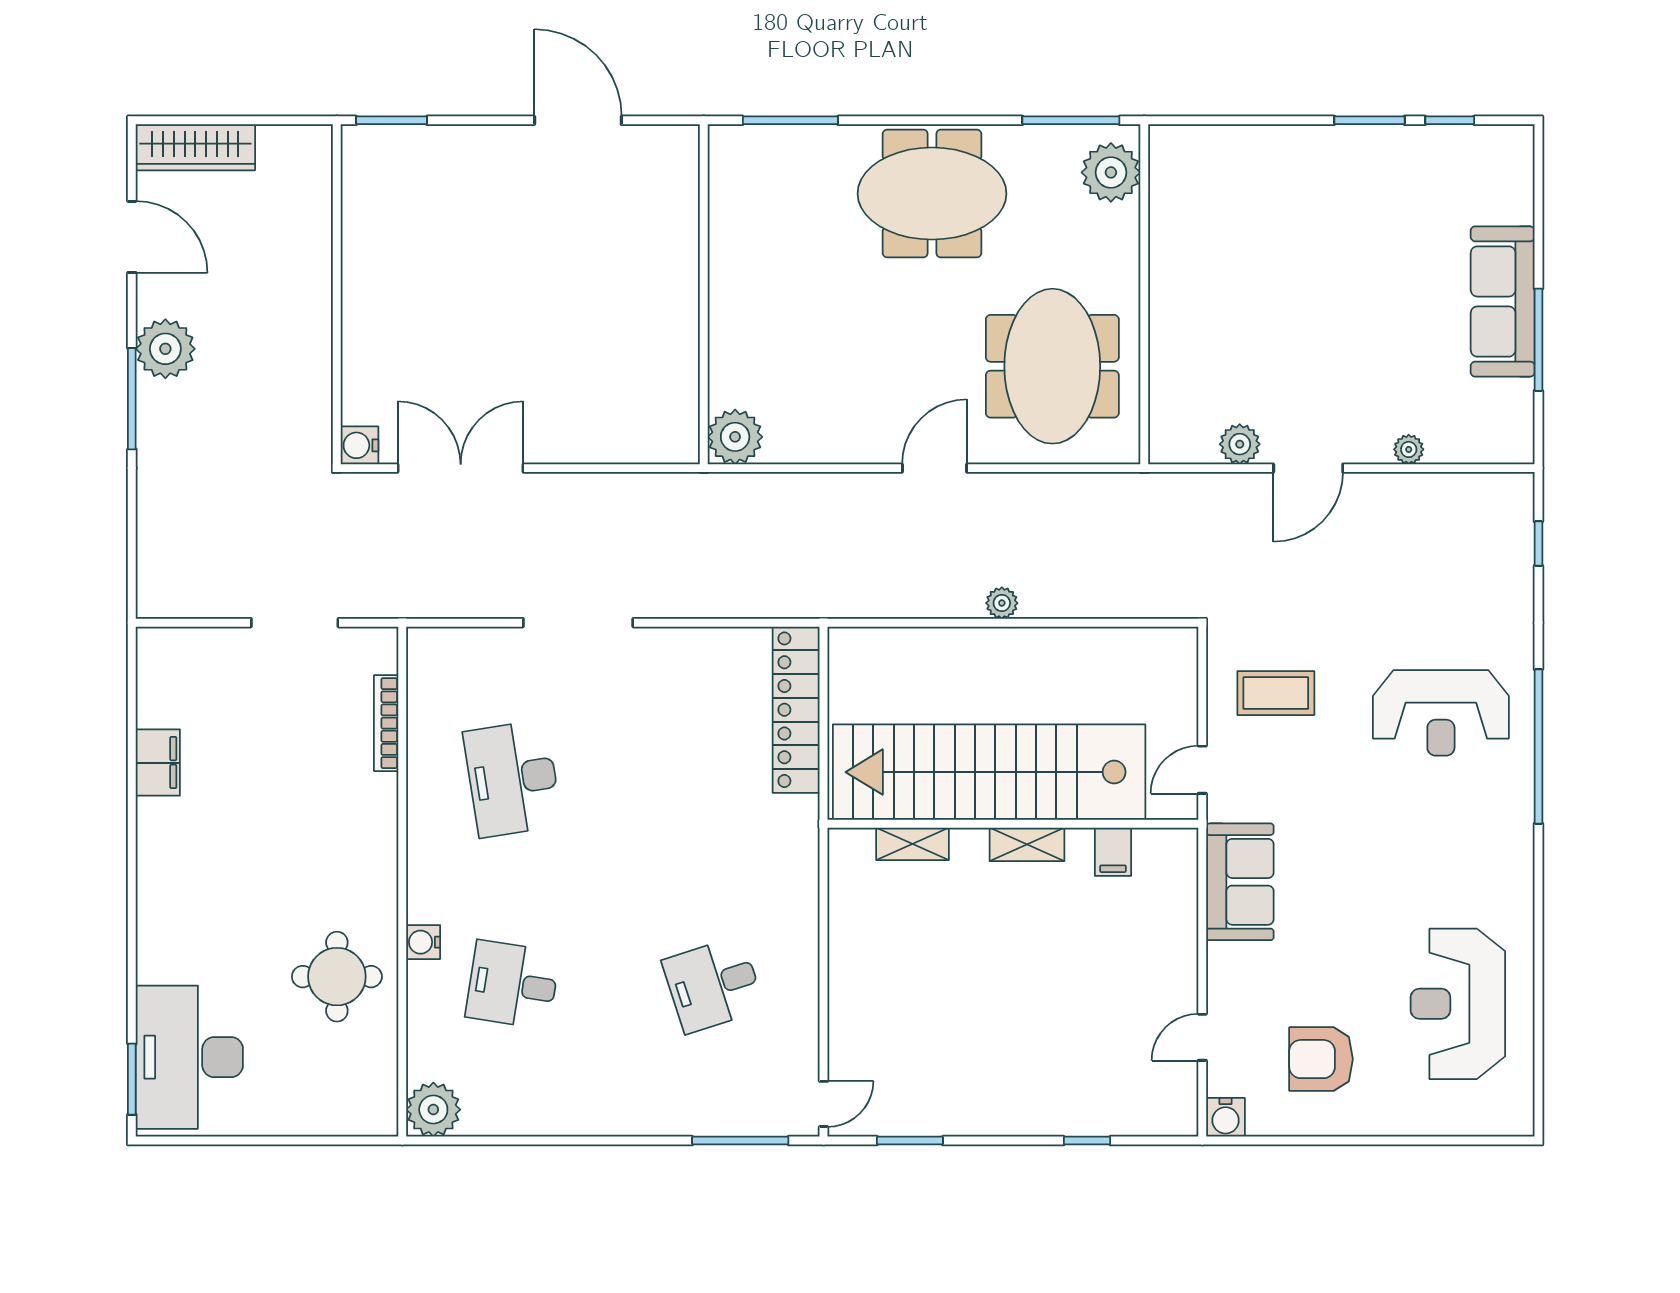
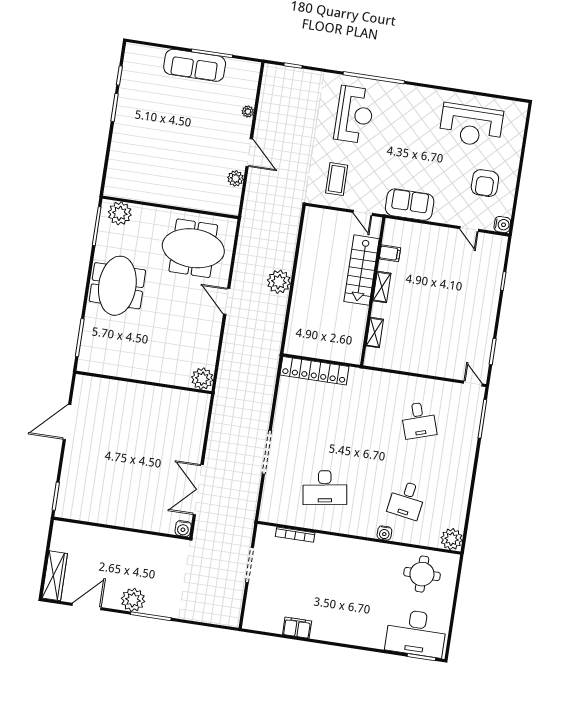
plant: (1002, 603) -> (279, 282), width x1.87, depth x1.87
stairs: (989, 772) -> (362, 270), width x0.54, depth x0.66
round table: (337, 977) -> (422, 574), moved

